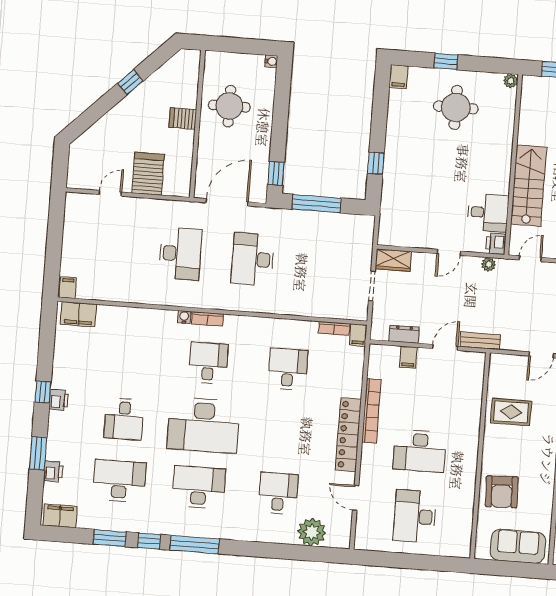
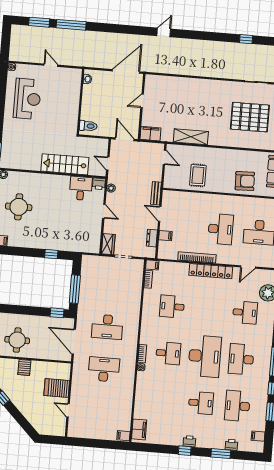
desk: (208, 363) -> (168, 353), turned 180
desk: (278, 493) -> (245, 313), turned 180
filing cabinet: (60, 516) -> (258, 436), width x0.50

